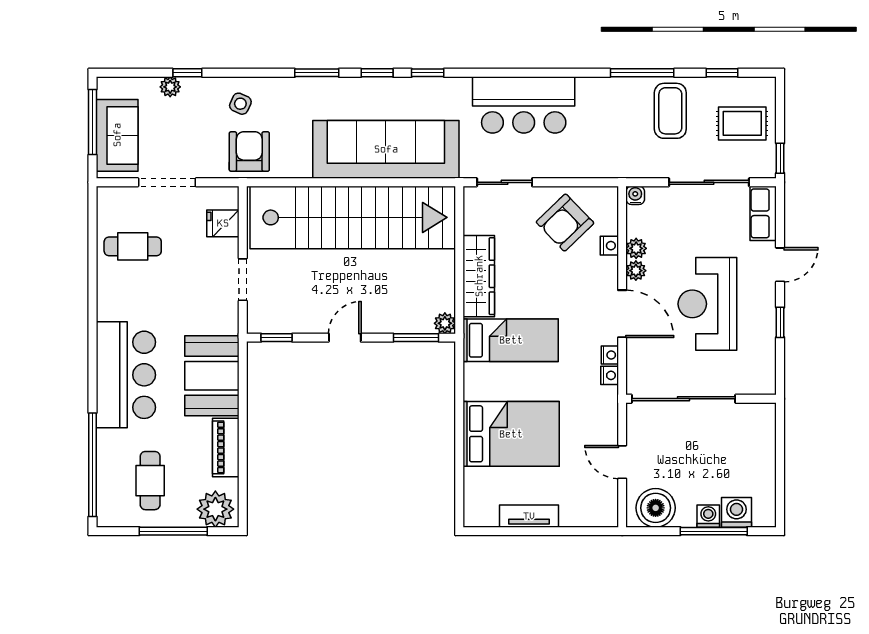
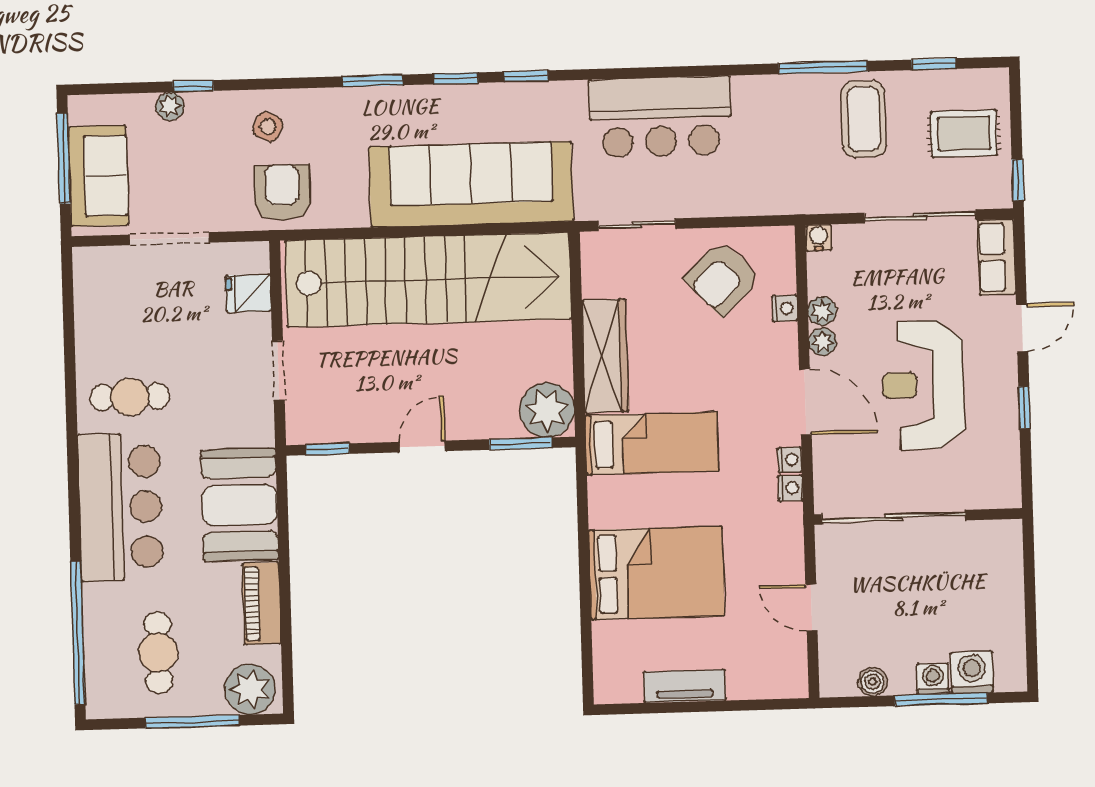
cafe table: (133, 246) -> (130, 397), moved
plant: (445, 323) -> (547, 410), width x1.87, depth x1.87
boiler: (656, 508) -> (873, 682), width x0.54, depth x0.54

